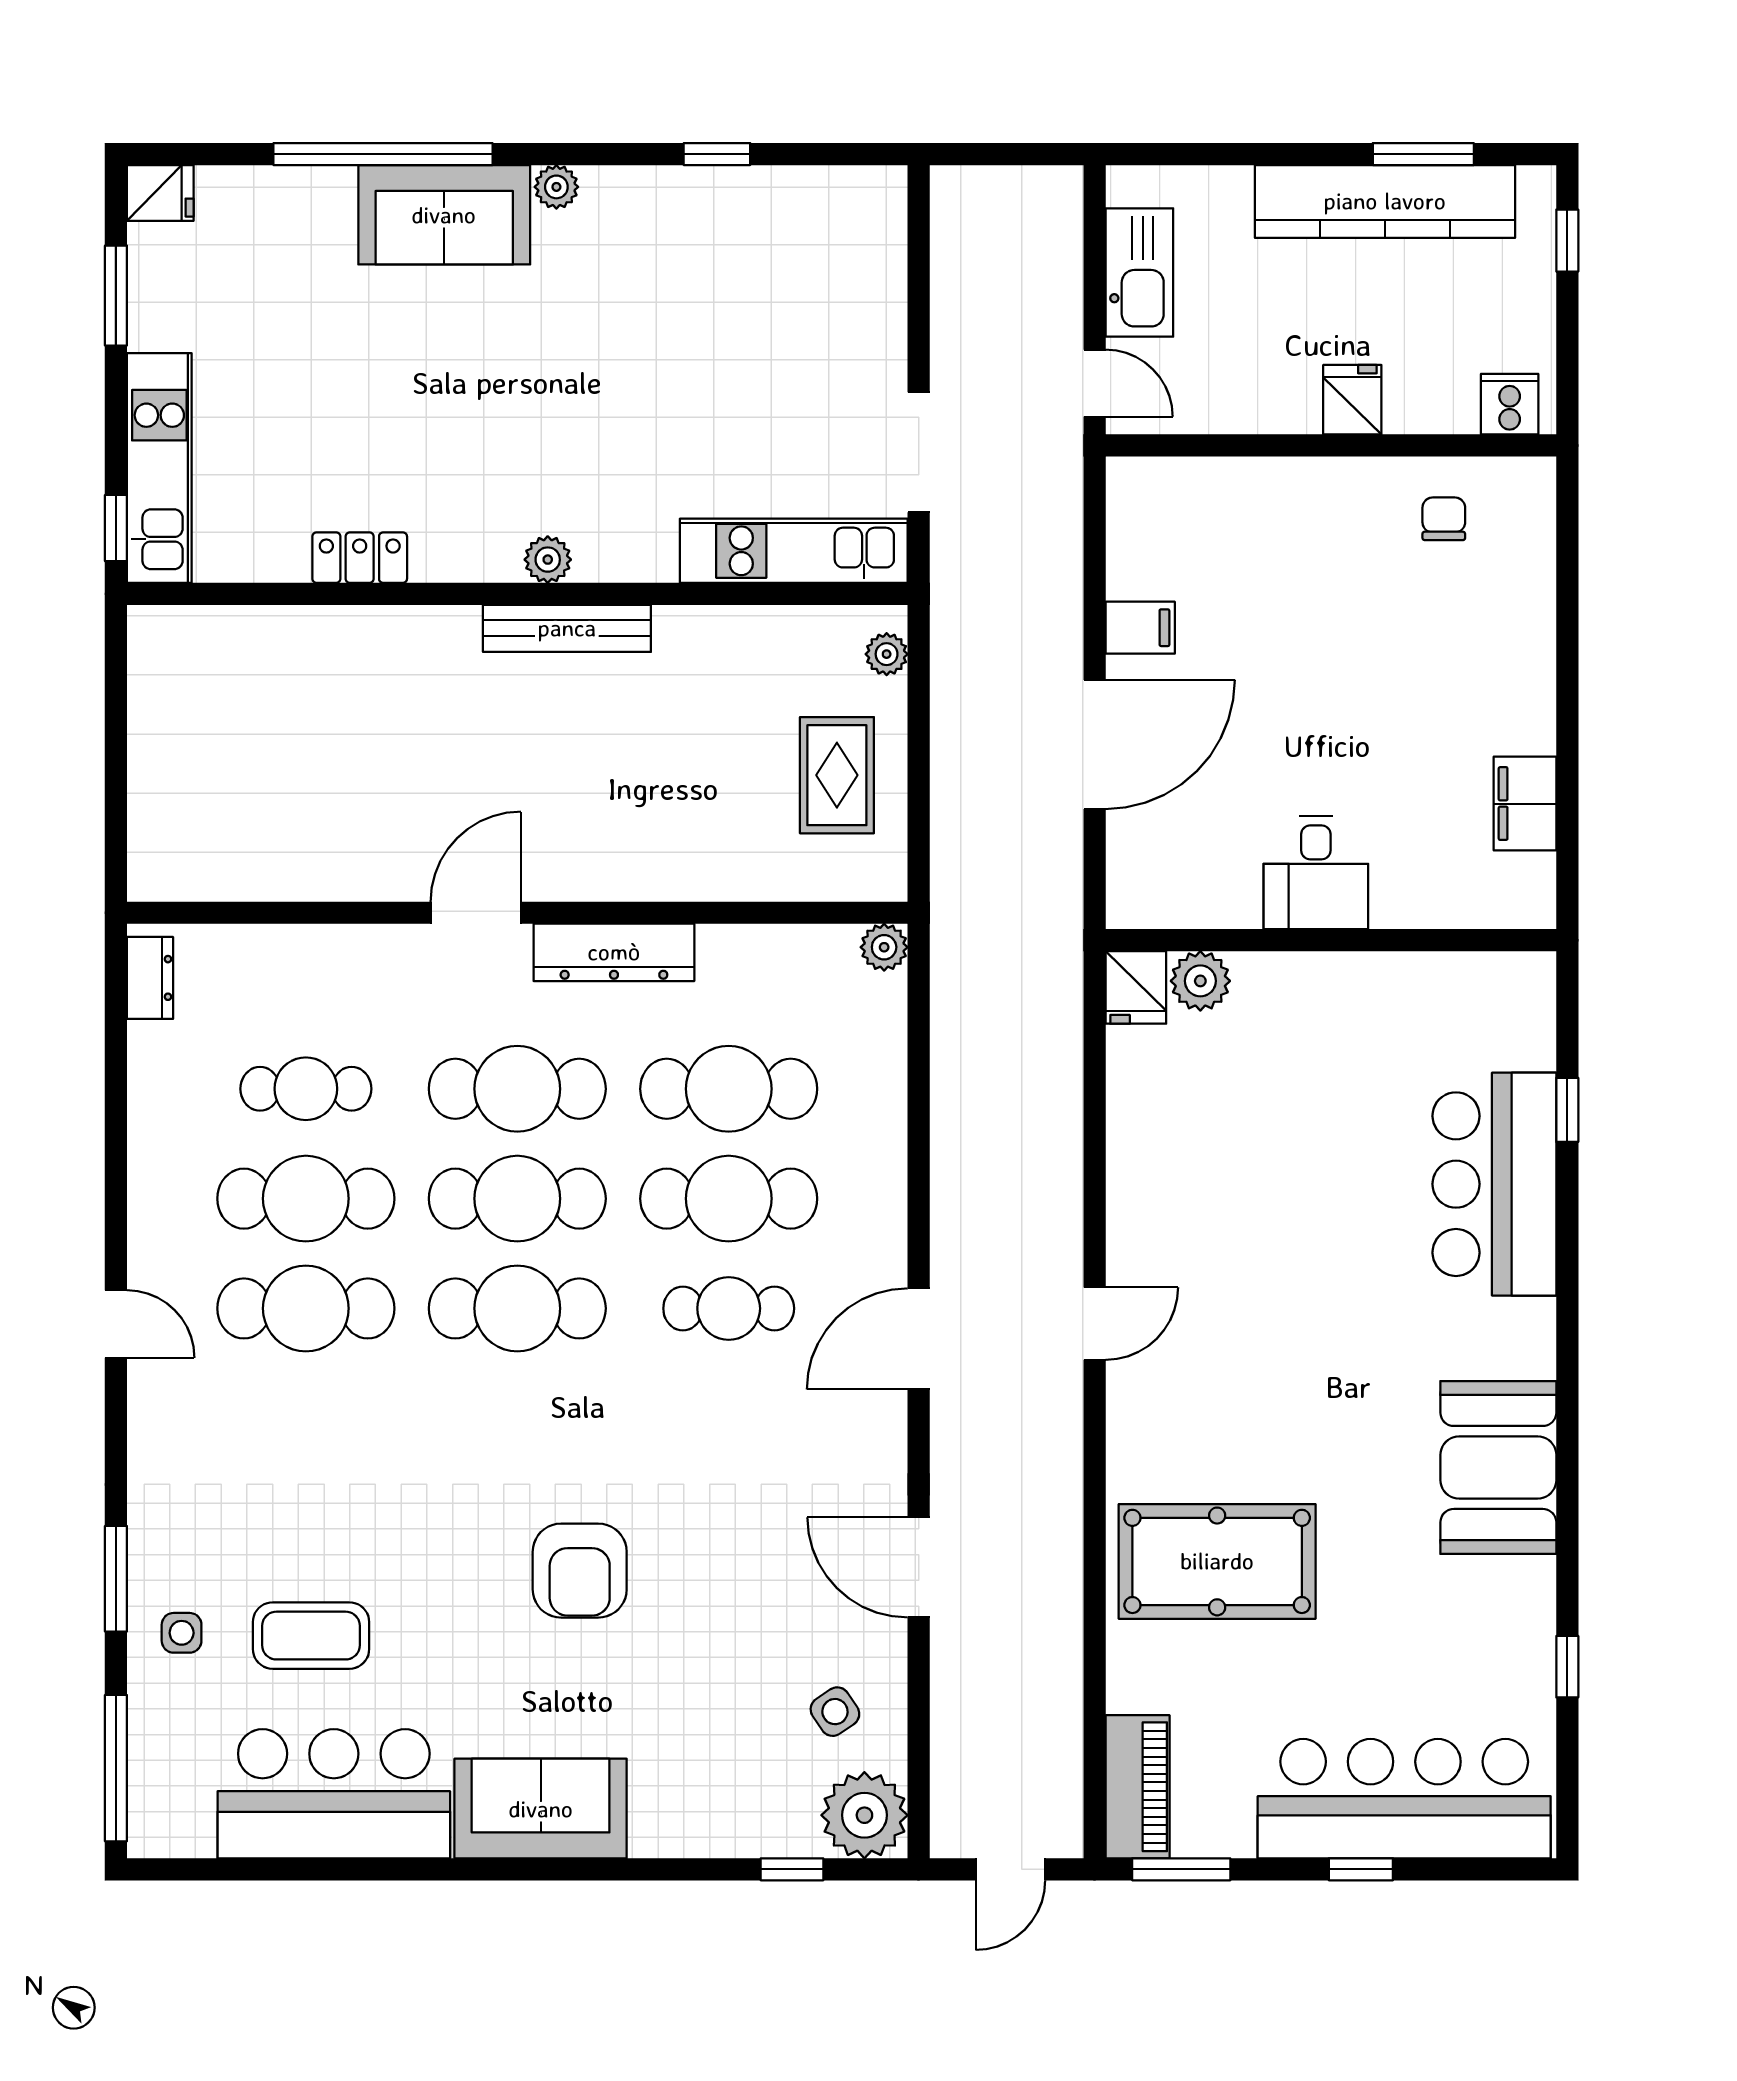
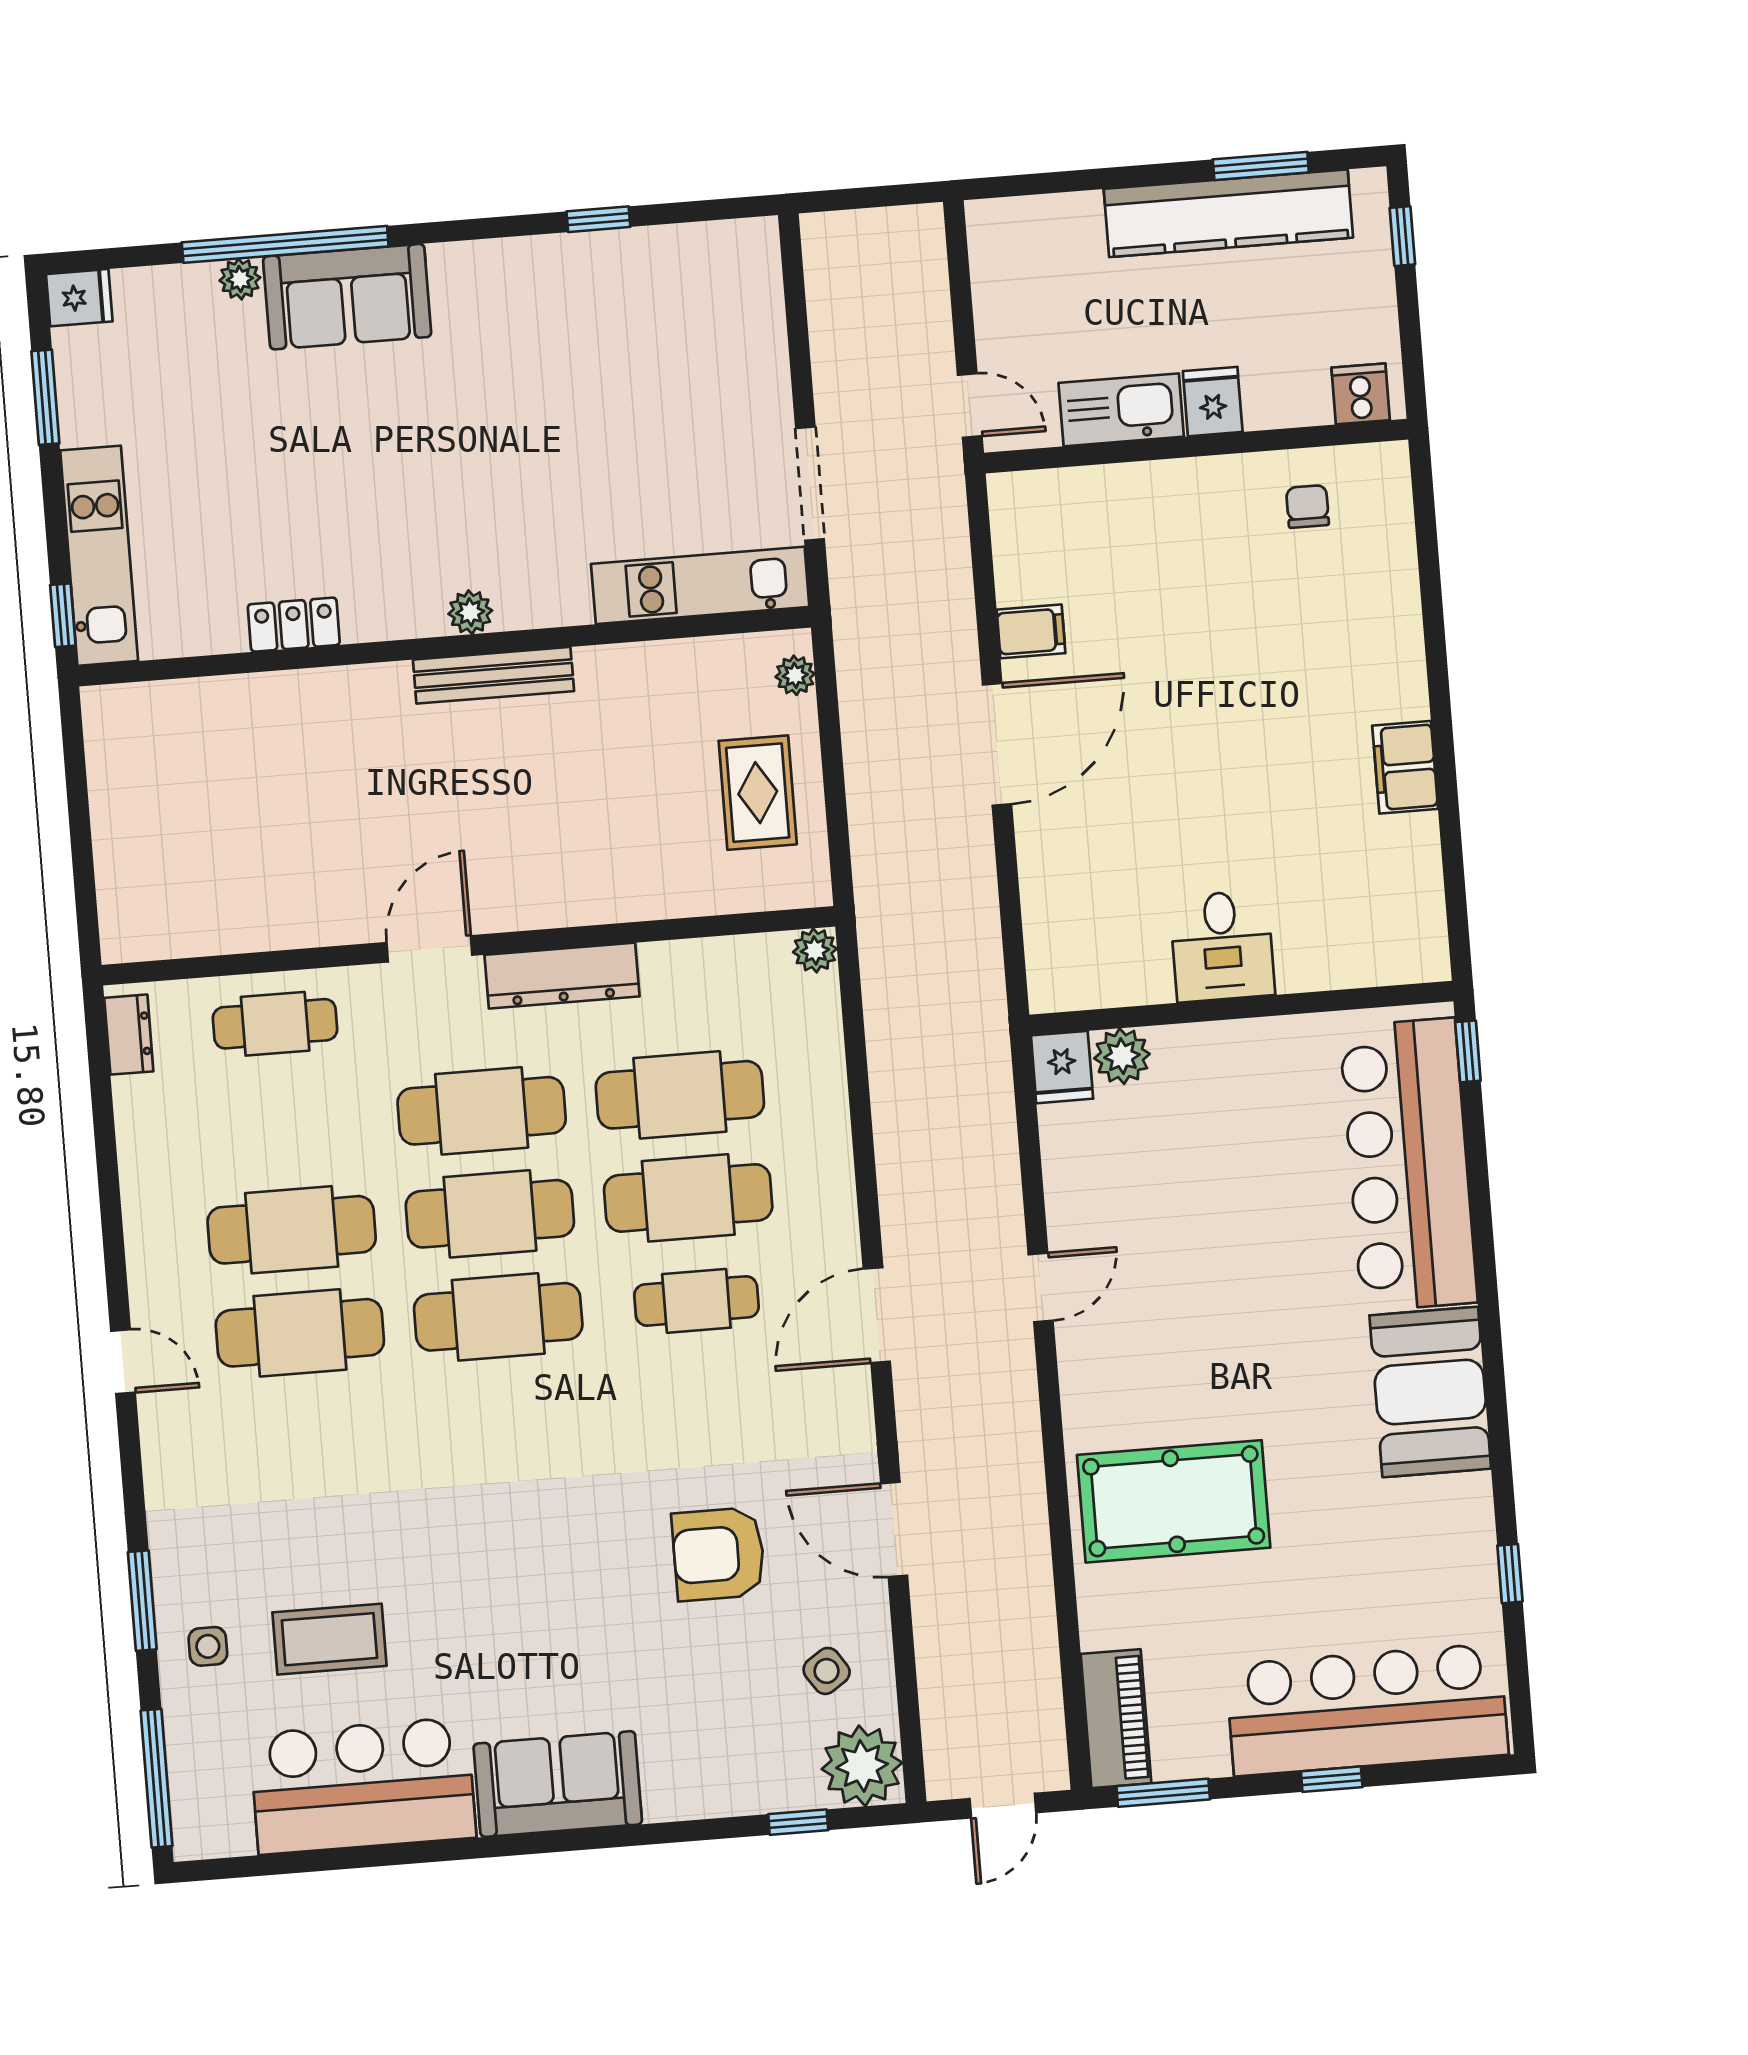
plant: (556, 187) -> (240, 279), moved
kitchen sink: (1139, 273) -> (1121, 410), moved, turned -90
desk: (1316, 873) -> (1222, 946), moved
wall: (1331, 940) -> (1241, 1008), moved
plant: (1200, 981) -> (1122, 1056), moved
fridge: (1136, 987) -> (1062, 1067), moved
cafe table: (306, 1089) -> (275, 1024), moved
bar counter: (1494, 1184) -> (1408, 1165), width x1.36
armchair: (580, 1571) -> (718, 1554), moved, turned 90

